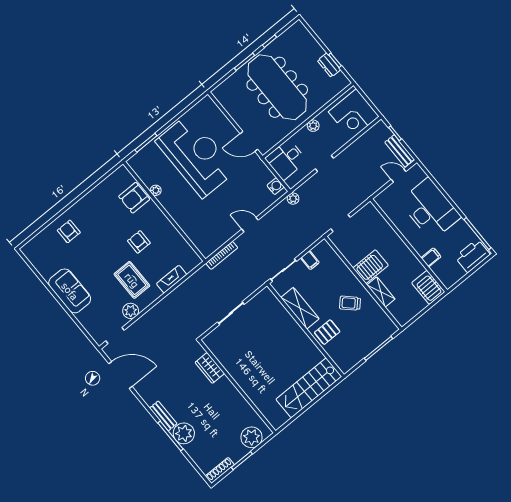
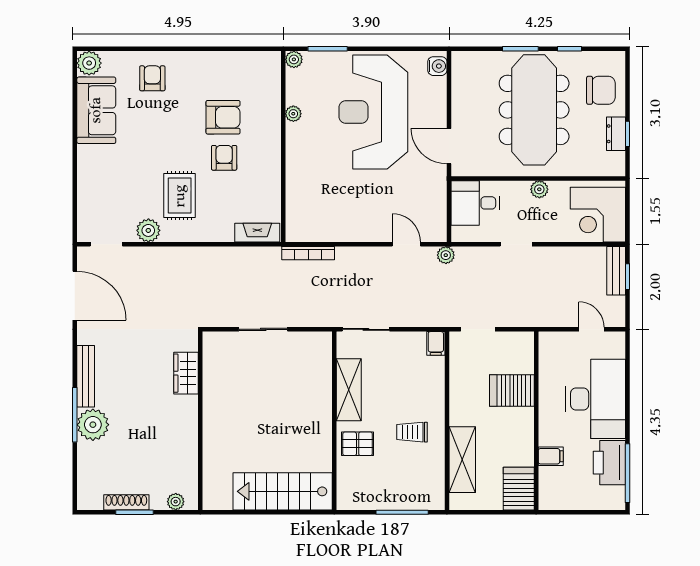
chair: (303, 49) -> (601, 90), added
bench: (400, 151) -> (616, 271), moved
reception desk: (196, 156) -> (373, 112), turned 180
plant: (133, 162) -> (294, 59), added
water cooler: (276, 186) -> (437, 66), moved
armchair: (134, 198) -> (223, 117), moved, turned 180
door: (250, 225) -> (406, 244), moved
plant: (30, 250) -> (89, 63), added
printer: (472, 256) -> (609, 463), moved, turned -90
filing cabinet: (310, 260) -> (436, 343), moved
server rack: (371, 267) -> (512, 390), moved, turned 180
fireplace: (172, 279) -> (257, 233), moved
sofa: (70, 291) -> (96, 110), moved
shelving: (381, 292) -> (462, 460), width x1.50, depth x1.33
trolley: (350, 303) -> (412, 432), turned -44
bench: (163, 416) -> (86, 376), width x1.36
plant: (252, 437) -> (176, 502), width x0.53, depth x0.53
shoe rack: (220, 470) -> (126, 502), moved

